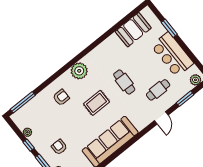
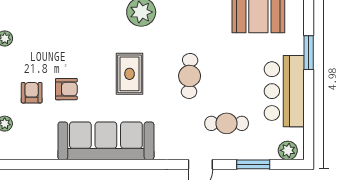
armchair: (61, 97) -> (66, 89), moved
rug: (96, 103) -> (130, 74), turned 90

